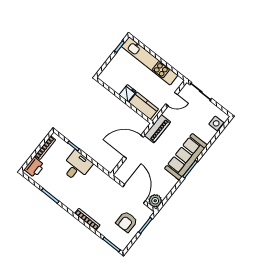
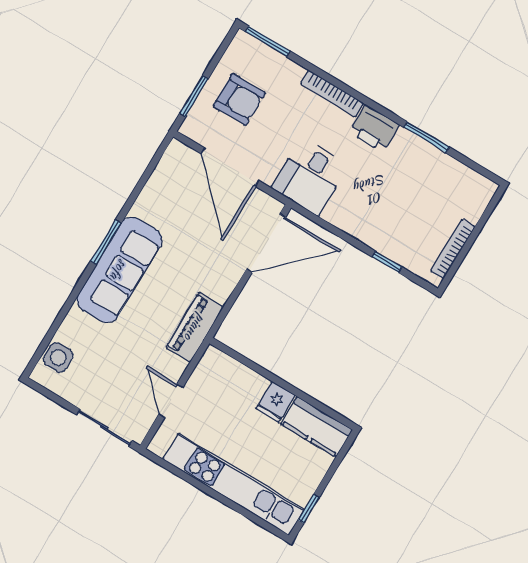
door: (171, 99) -> (171, 401), hinge flipped
kitchen counter: (144, 106) -> (317, 427), moved
door: (134, 147) -> (266, 243), moved
desk: (77, 166) -> (310, 177), moved
printer: (34, 167) -> (374, 129), moved, turned -90
plant: (155, 201) -> (178, 157), removed
armchair: (127, 222) -> (239, 100), turned 90

